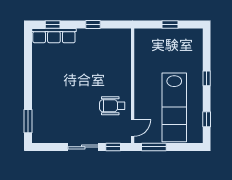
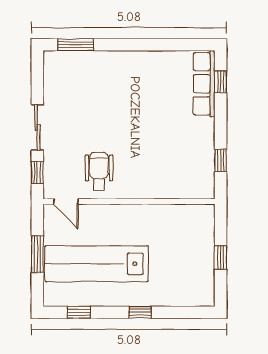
window: (93, 25) -> (221, 160), moved
window: (154, 147) -> (37, 254), moved

